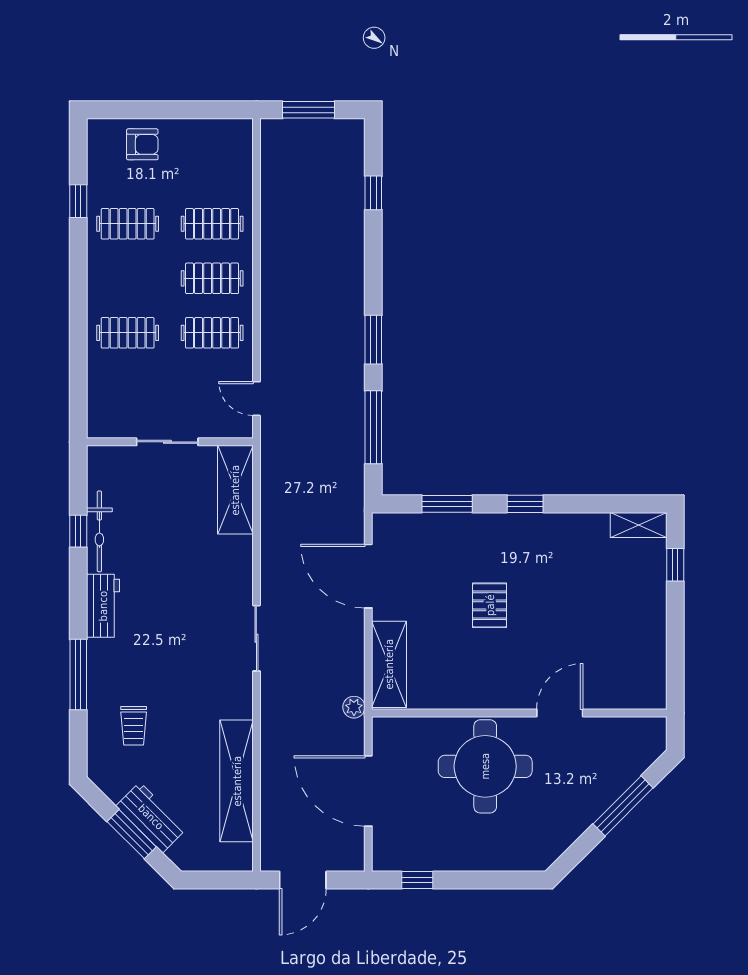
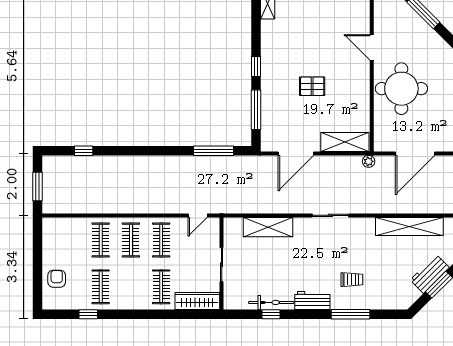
window: (373, 340) -> (165, 151), removed
wardrobe: (102, 398) -> (197, 301), added
shelving: (235, 490) -> (268, 227), moved
window: (447, 504) -> (256, 110), width x1.44
trolley: (134, 726) -> (352, 280), moved

